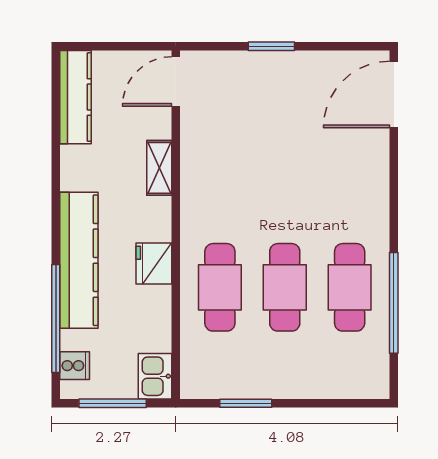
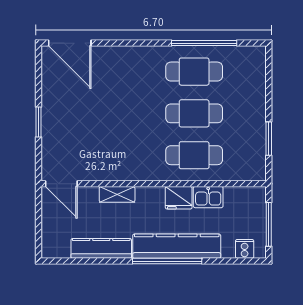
kitchen counter: (75, 97) -> (101, 248), moved
window: (56, 318) -> (167, 261), moved
kitchen sink: (155, 376) -> (208, 197), moved

